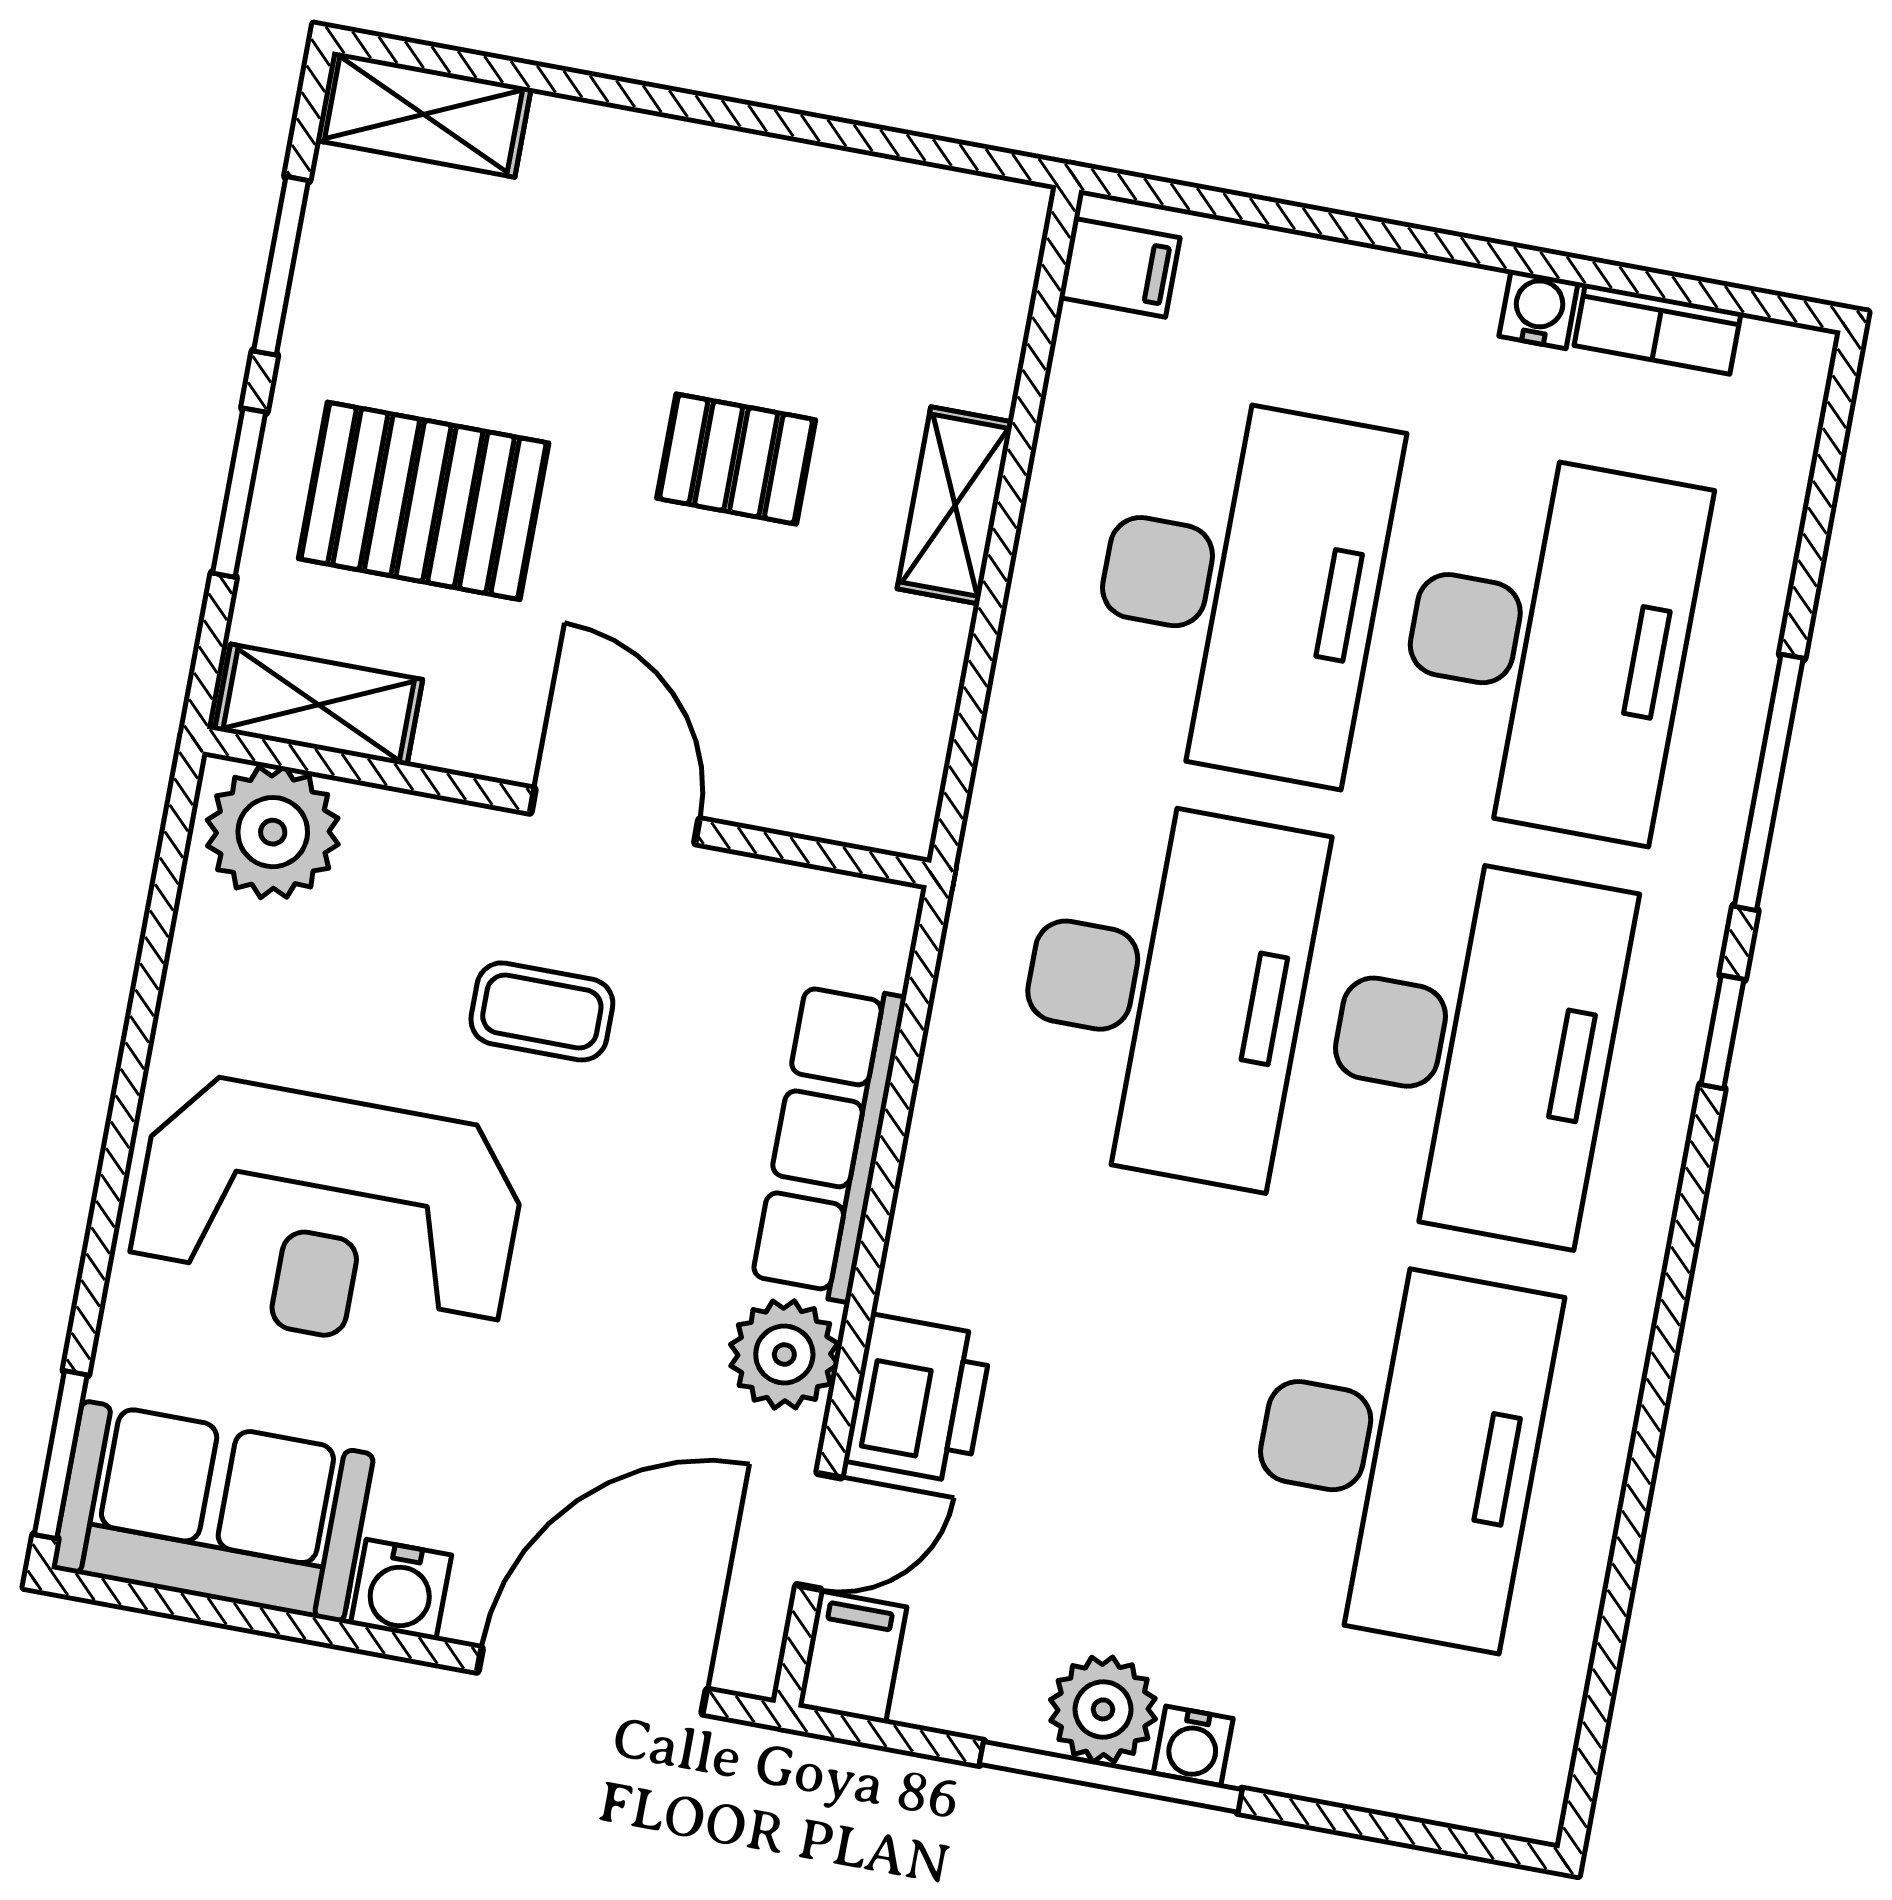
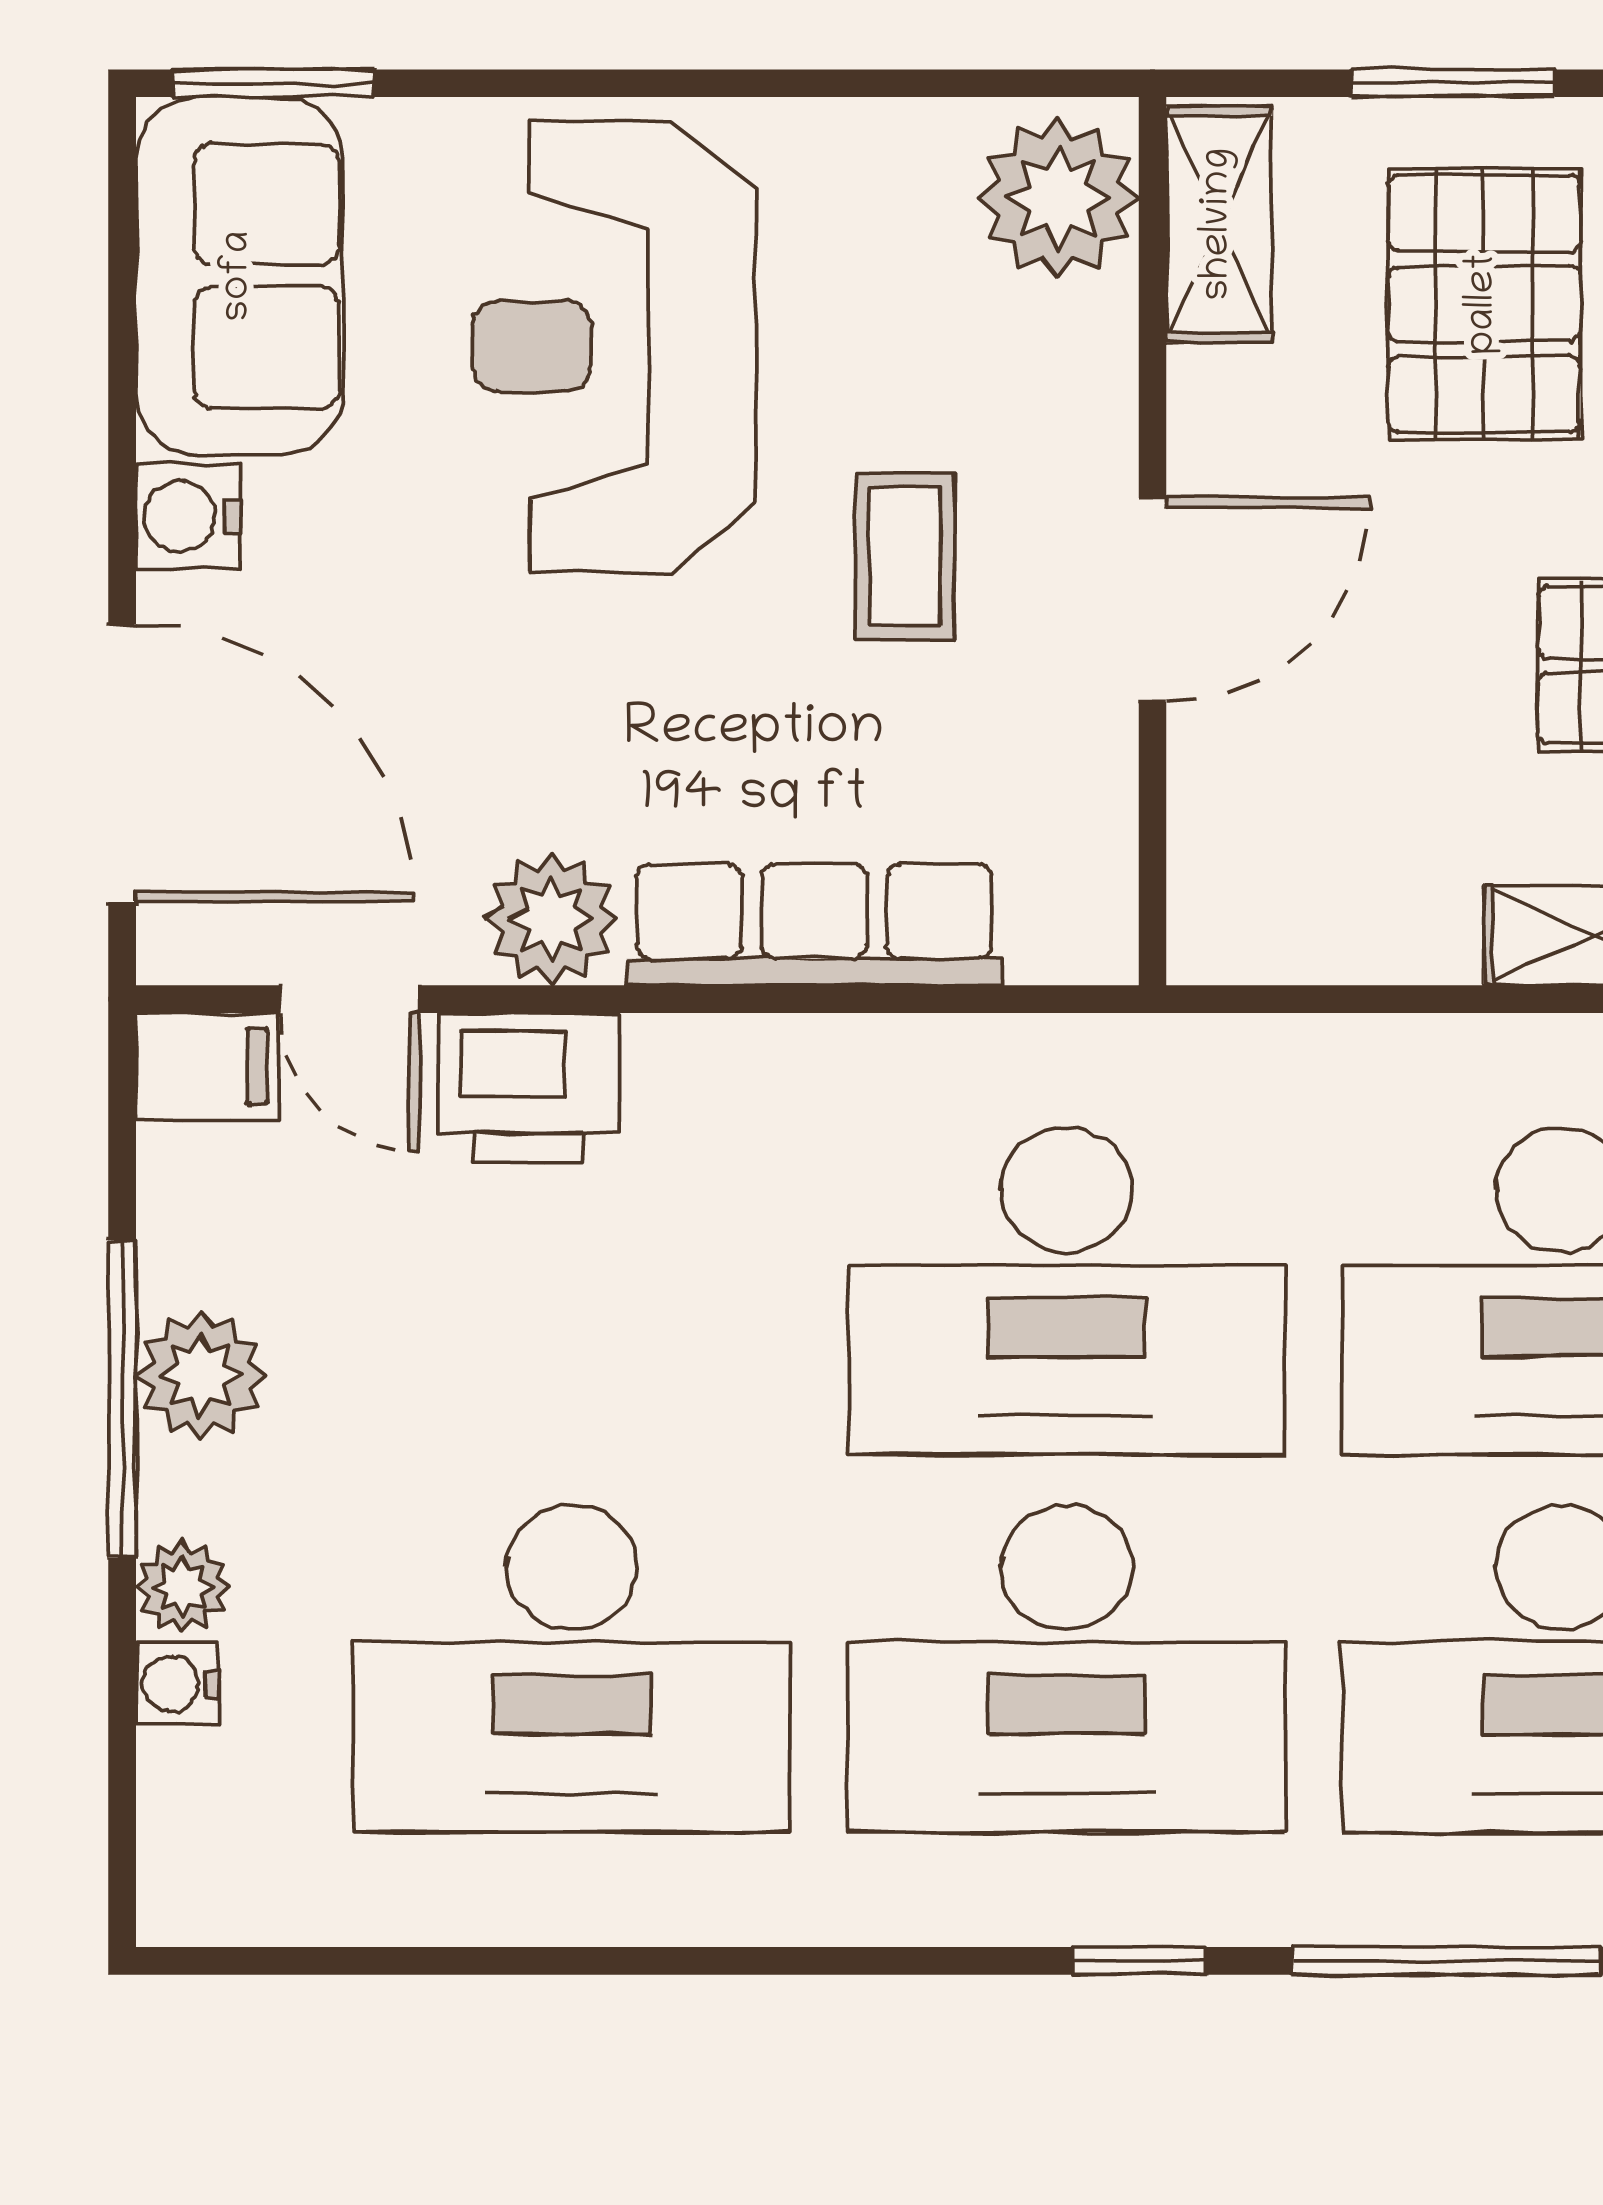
water cooler: (1193, 1746) -> (177, 1683), moved
plant: (1273, 1756) -> (182, 1587), added

